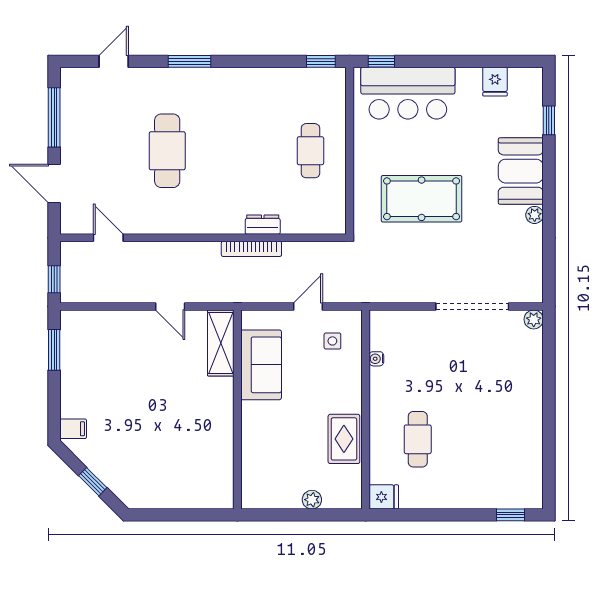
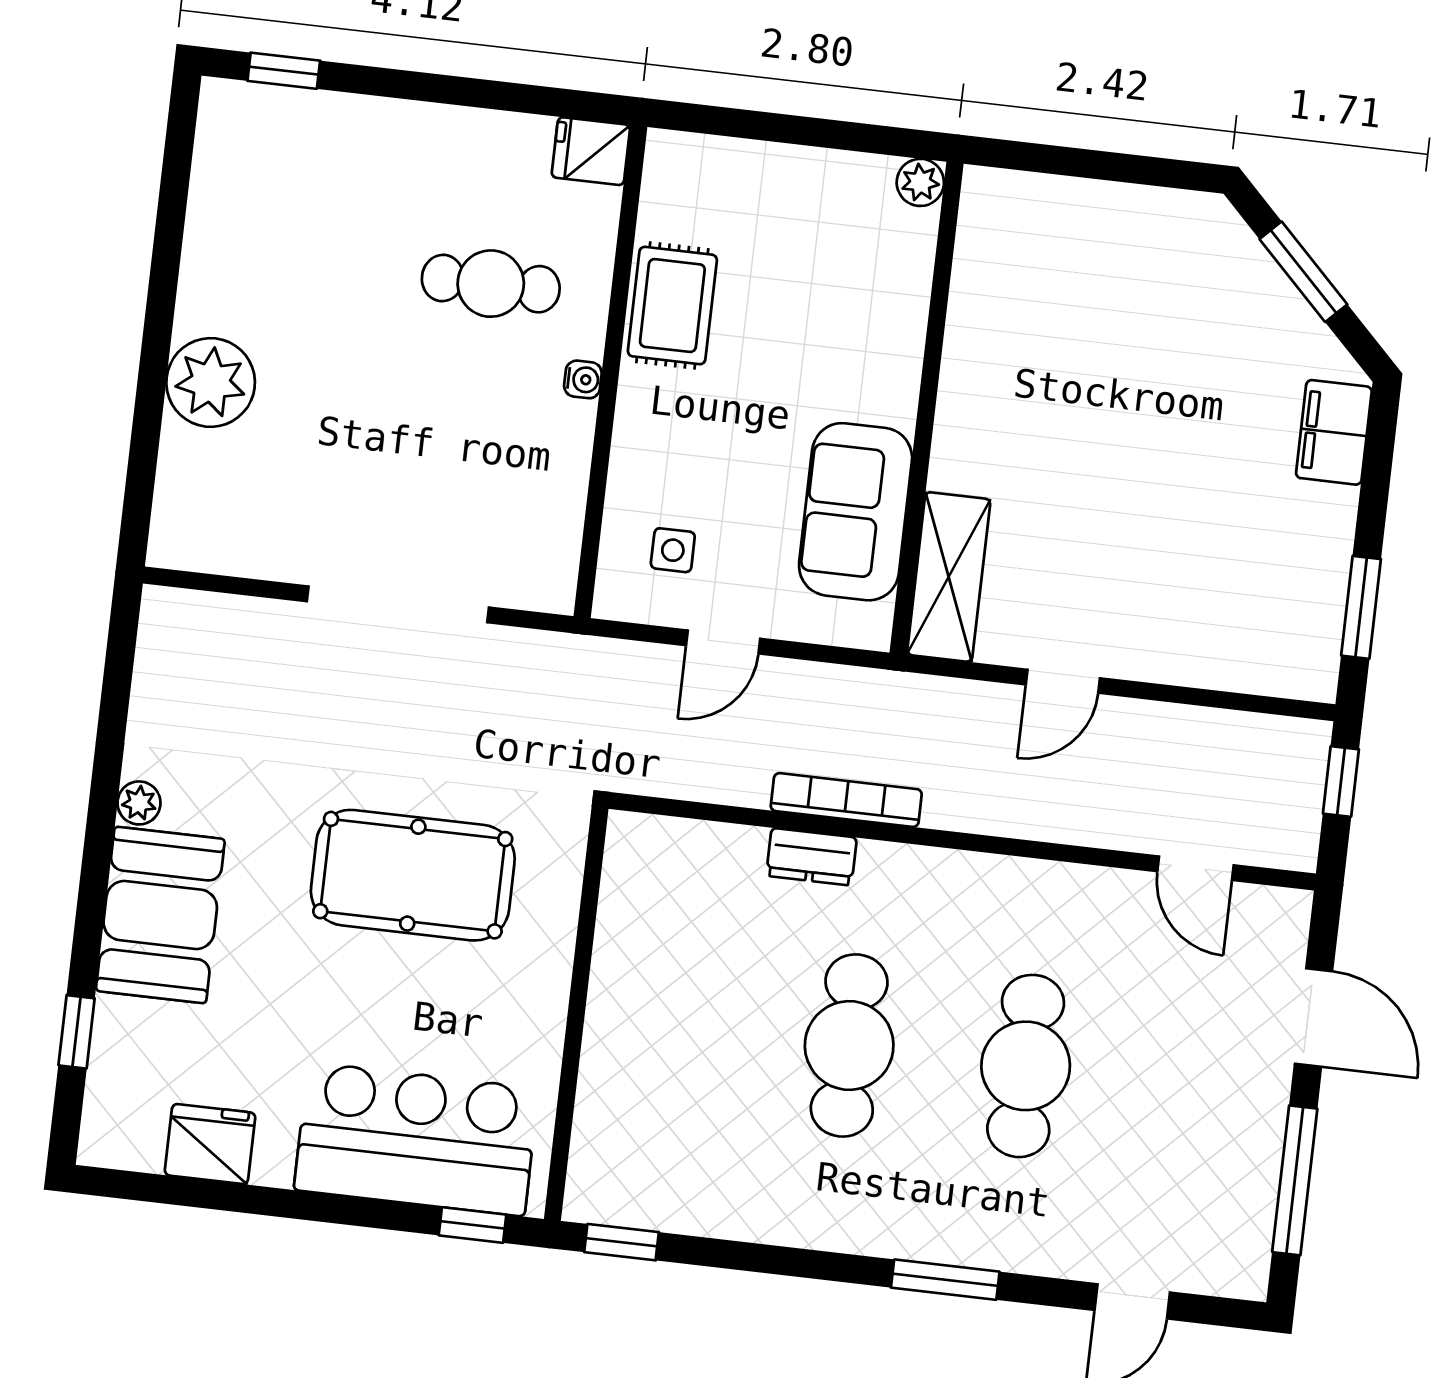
fridge: (495, 82) -> (210, 1144), width x1.38
cafe table: (310, 151) -> (849, 1045), moved, width x1.37, depth x1.35
door: (170, 307) -> (1063, 681), swing flipped
doorway: (472, 307) -> (398, 604), moved
plant: (534, 319) -> (211, 382), moved, width x1.88, depth x1.88
water cooler: (376, 359) -> (583, 379), moved
filing cabinet: (73, 429) -> (1334, 432), width x2.00
cafe table: (418, 439) -> (491, 284), turned 90
window: (93, 482) -> (1303, 272), width x1.50
plant: (312, 500) -> (920, 182), moved

